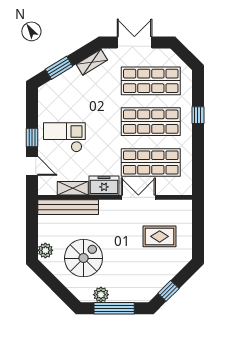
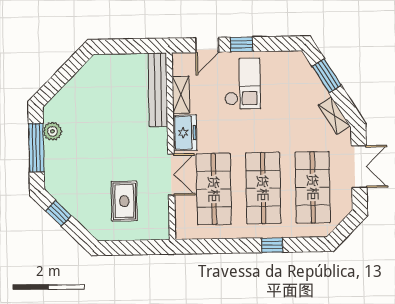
plant: (45, 250) -> (105, 63), removed
spiral stairs: (84, 258) -> (96, 109), removed

